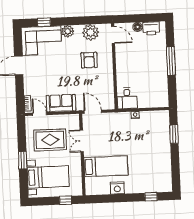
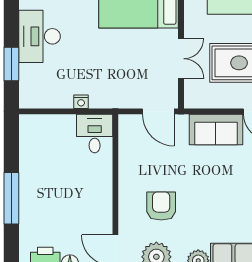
desk: (159, 150) -> (40, 36), added

